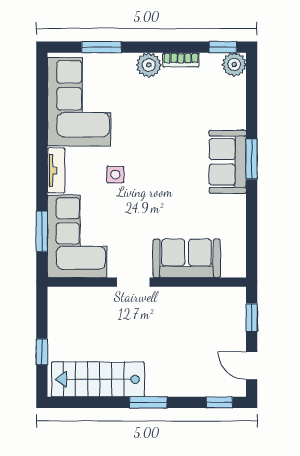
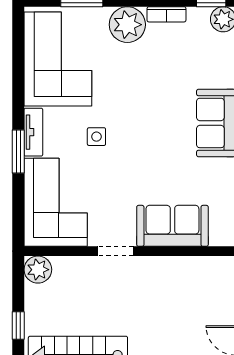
plant: (149, 65) -> (127, 25), width x1.36, depth x1.36
window: (42, 231) -> (18, 151), moved
plant: (60, 299) -> (38, 270), added

